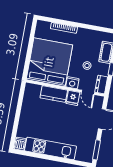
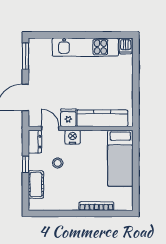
bed: (49, 62) -> (120, 158), width x0.49
kitchen counter: (54, 94) -> (102, 118), width x1.50

